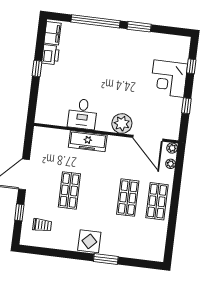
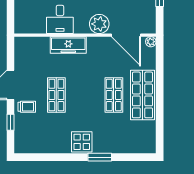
plant: (171, 164) -> (151, 57), removed
shop shelf: (157, 201) -> (143, 95), width x1.43, depth x1.36
trolley: (42, 225) -> (27, 107), moved

